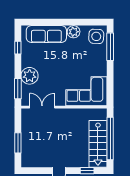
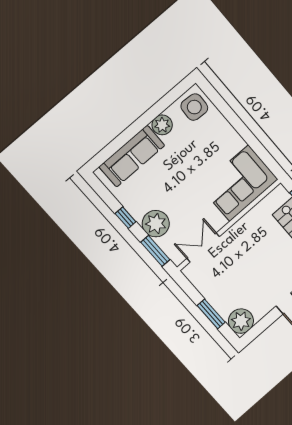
window: (110, 47) -> (222, 105), removed
window: (18, 48) -> (126, 218), moved
plant: (29, 159) -> (241, 321), added

